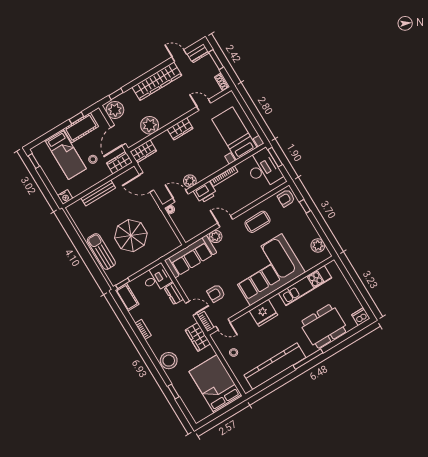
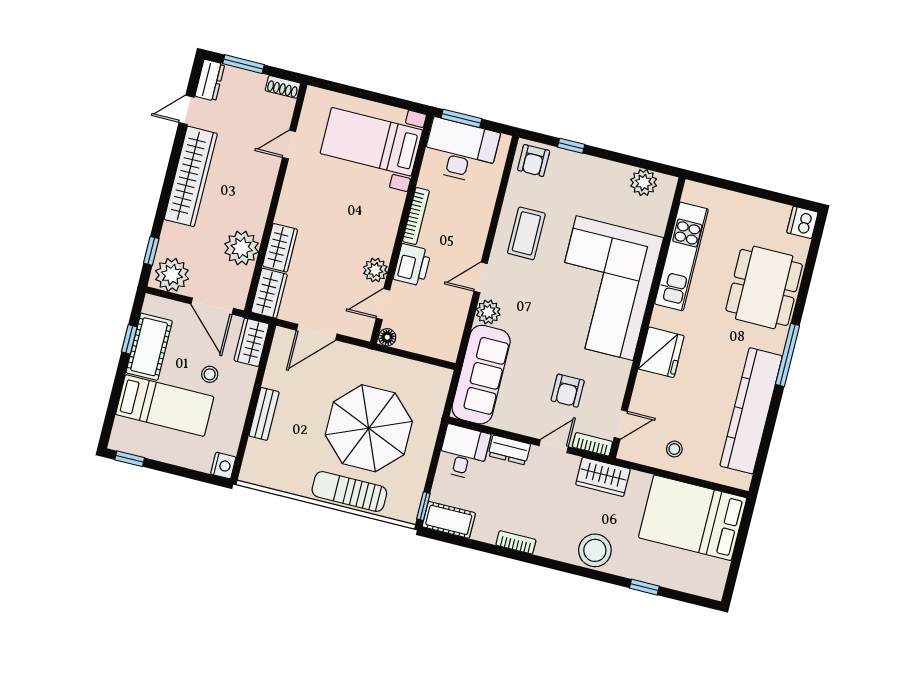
wardrobe: (180, 129) -> (280, 248), moved
bench: (98, 193) -> (264, 414), width x0.73
parasol: (131, 236) -> (369, 428), width x1.36, depth x1.36

